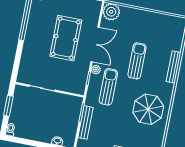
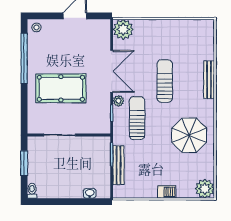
pool table: (66, 38) -> (61, 88), moved, turned 90

